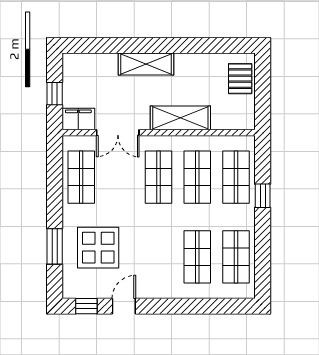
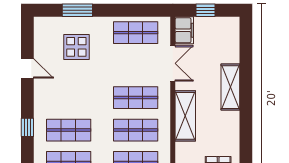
double door: (118, 133) -> (173, 63), swing flipped
display table: (98, 248) -> (76, 47), width x0.73, depth x0.73
window: (86, 306) -> (27, 127), moved

